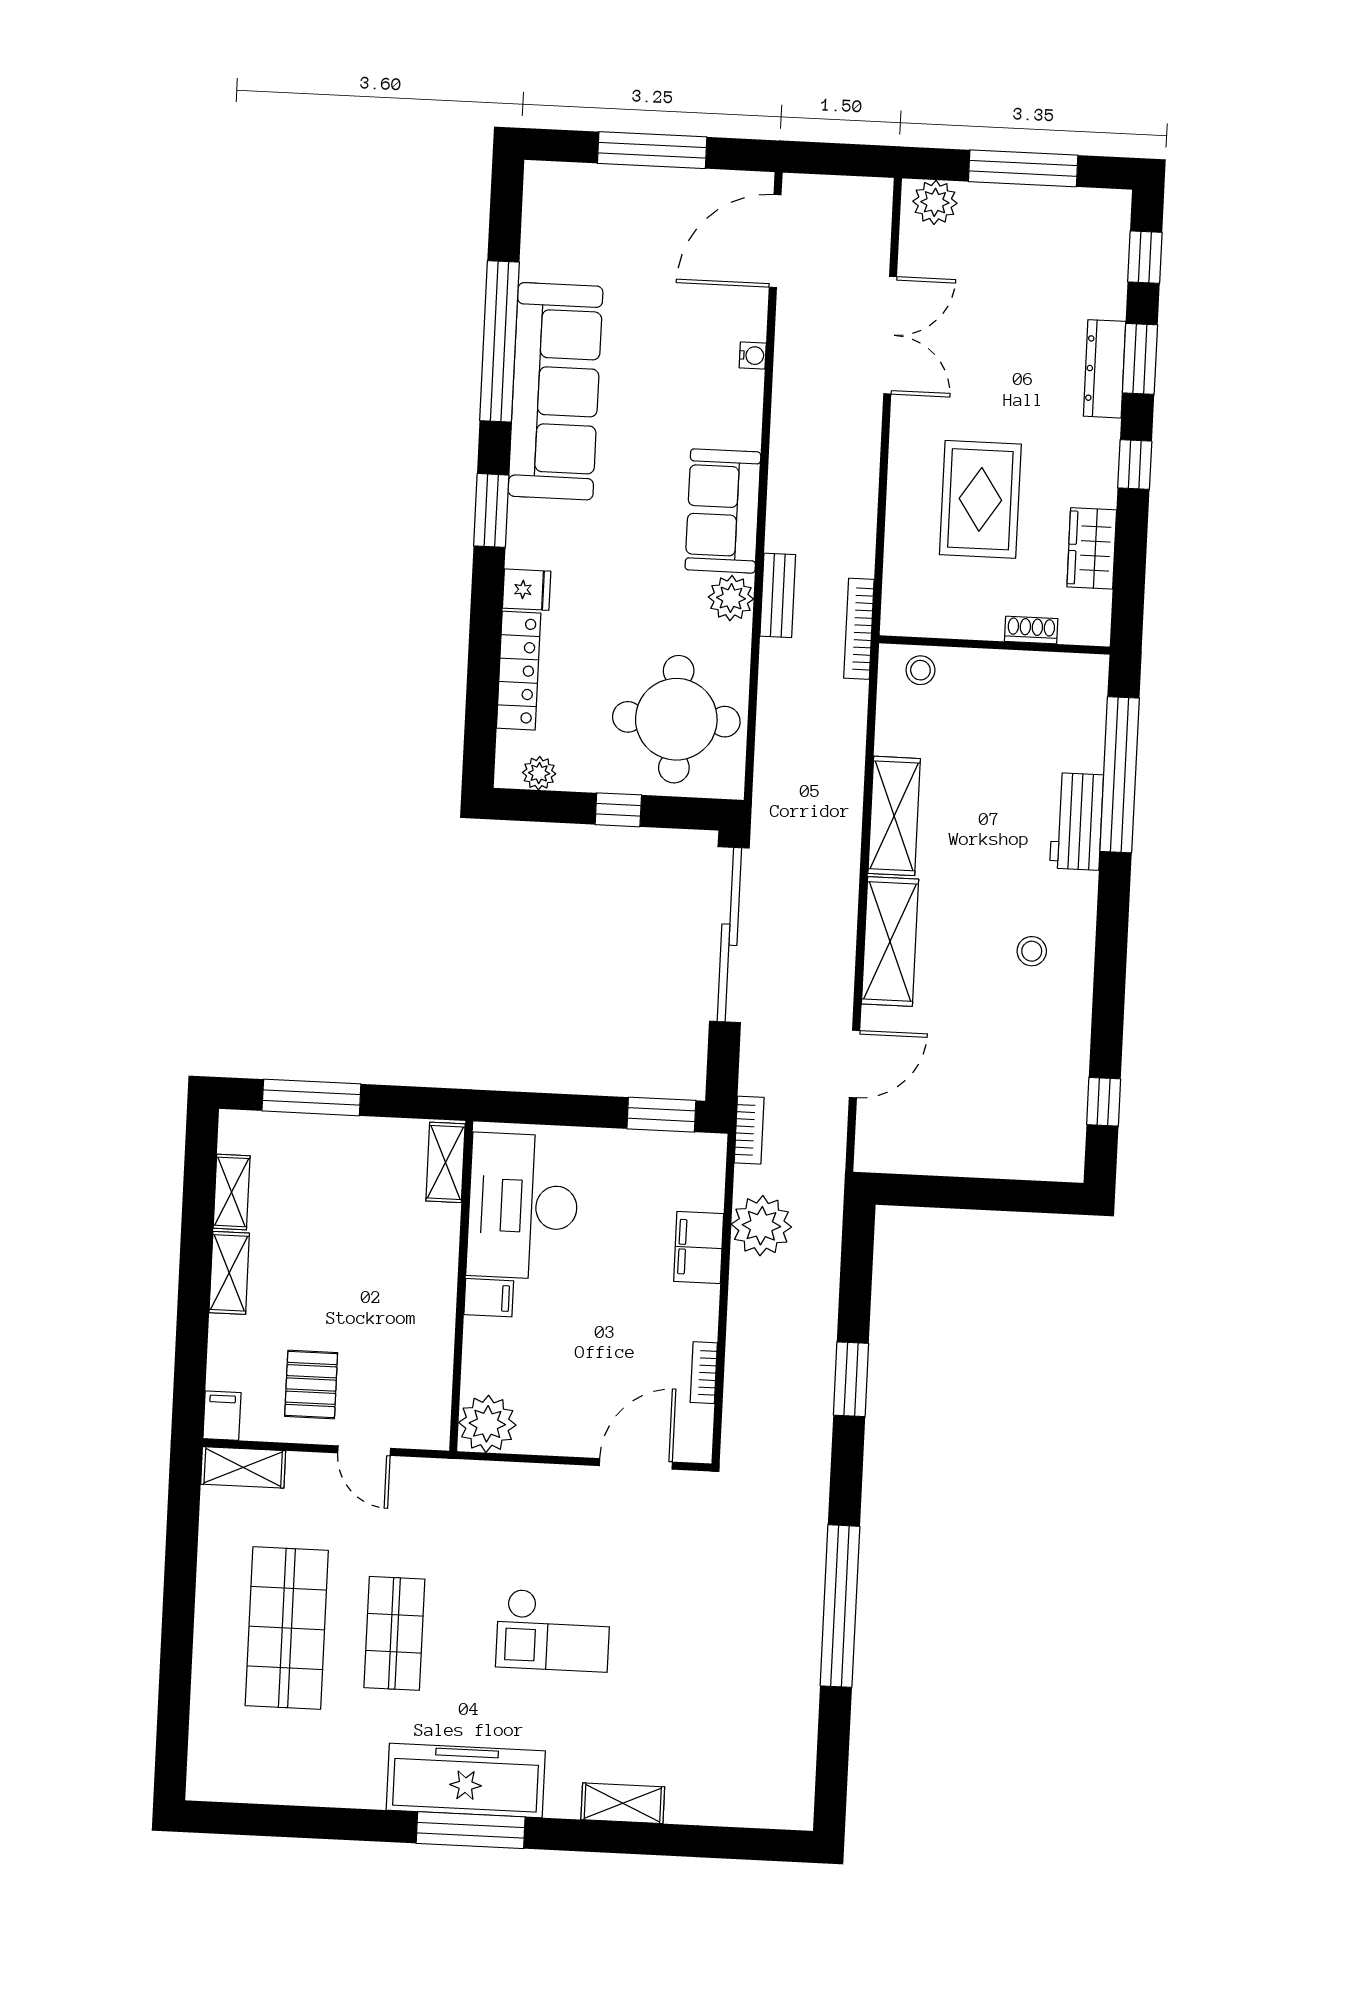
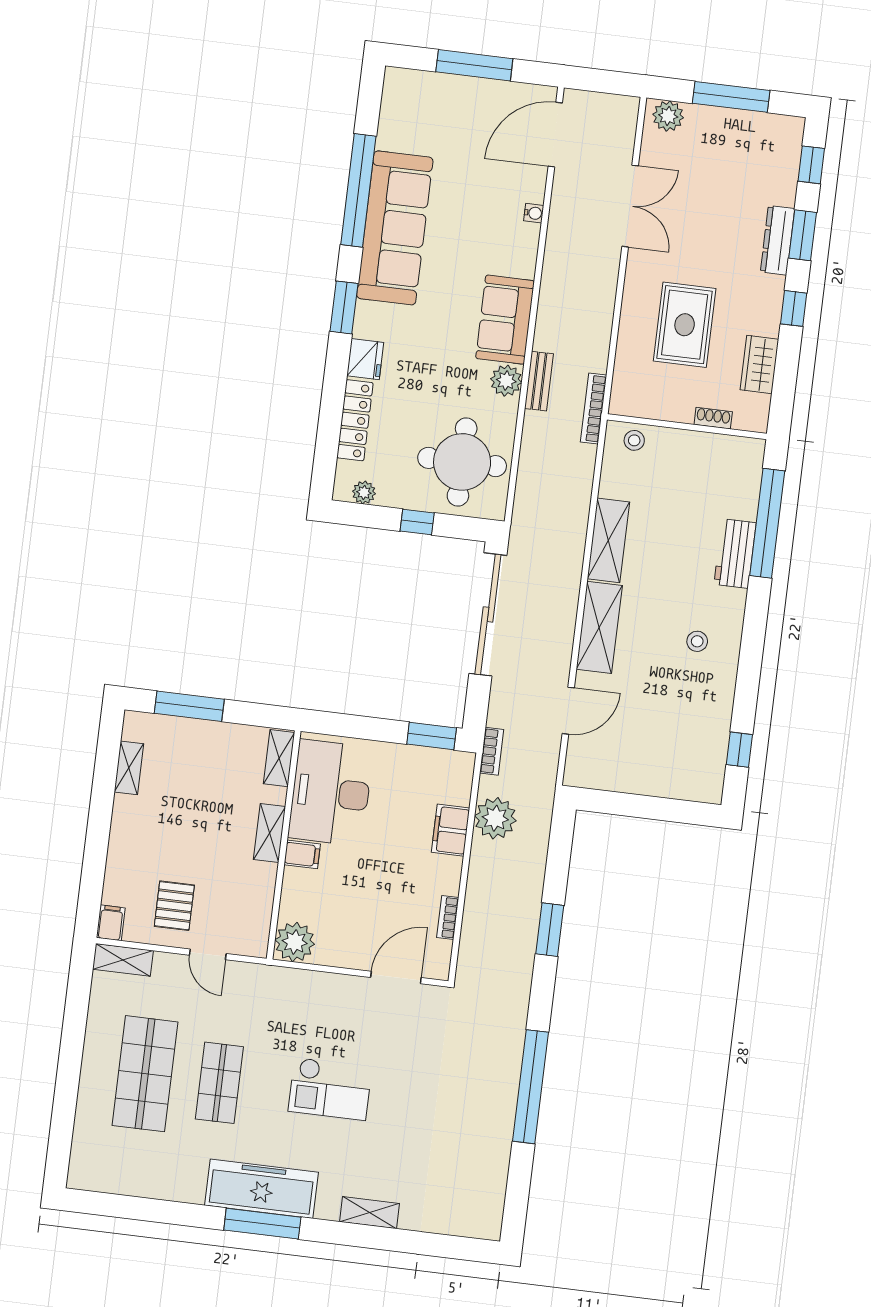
fridge: (527, 590) -> (365, 359), width x1.38
shelving: (229, 1273) -> (269, 833), moved

